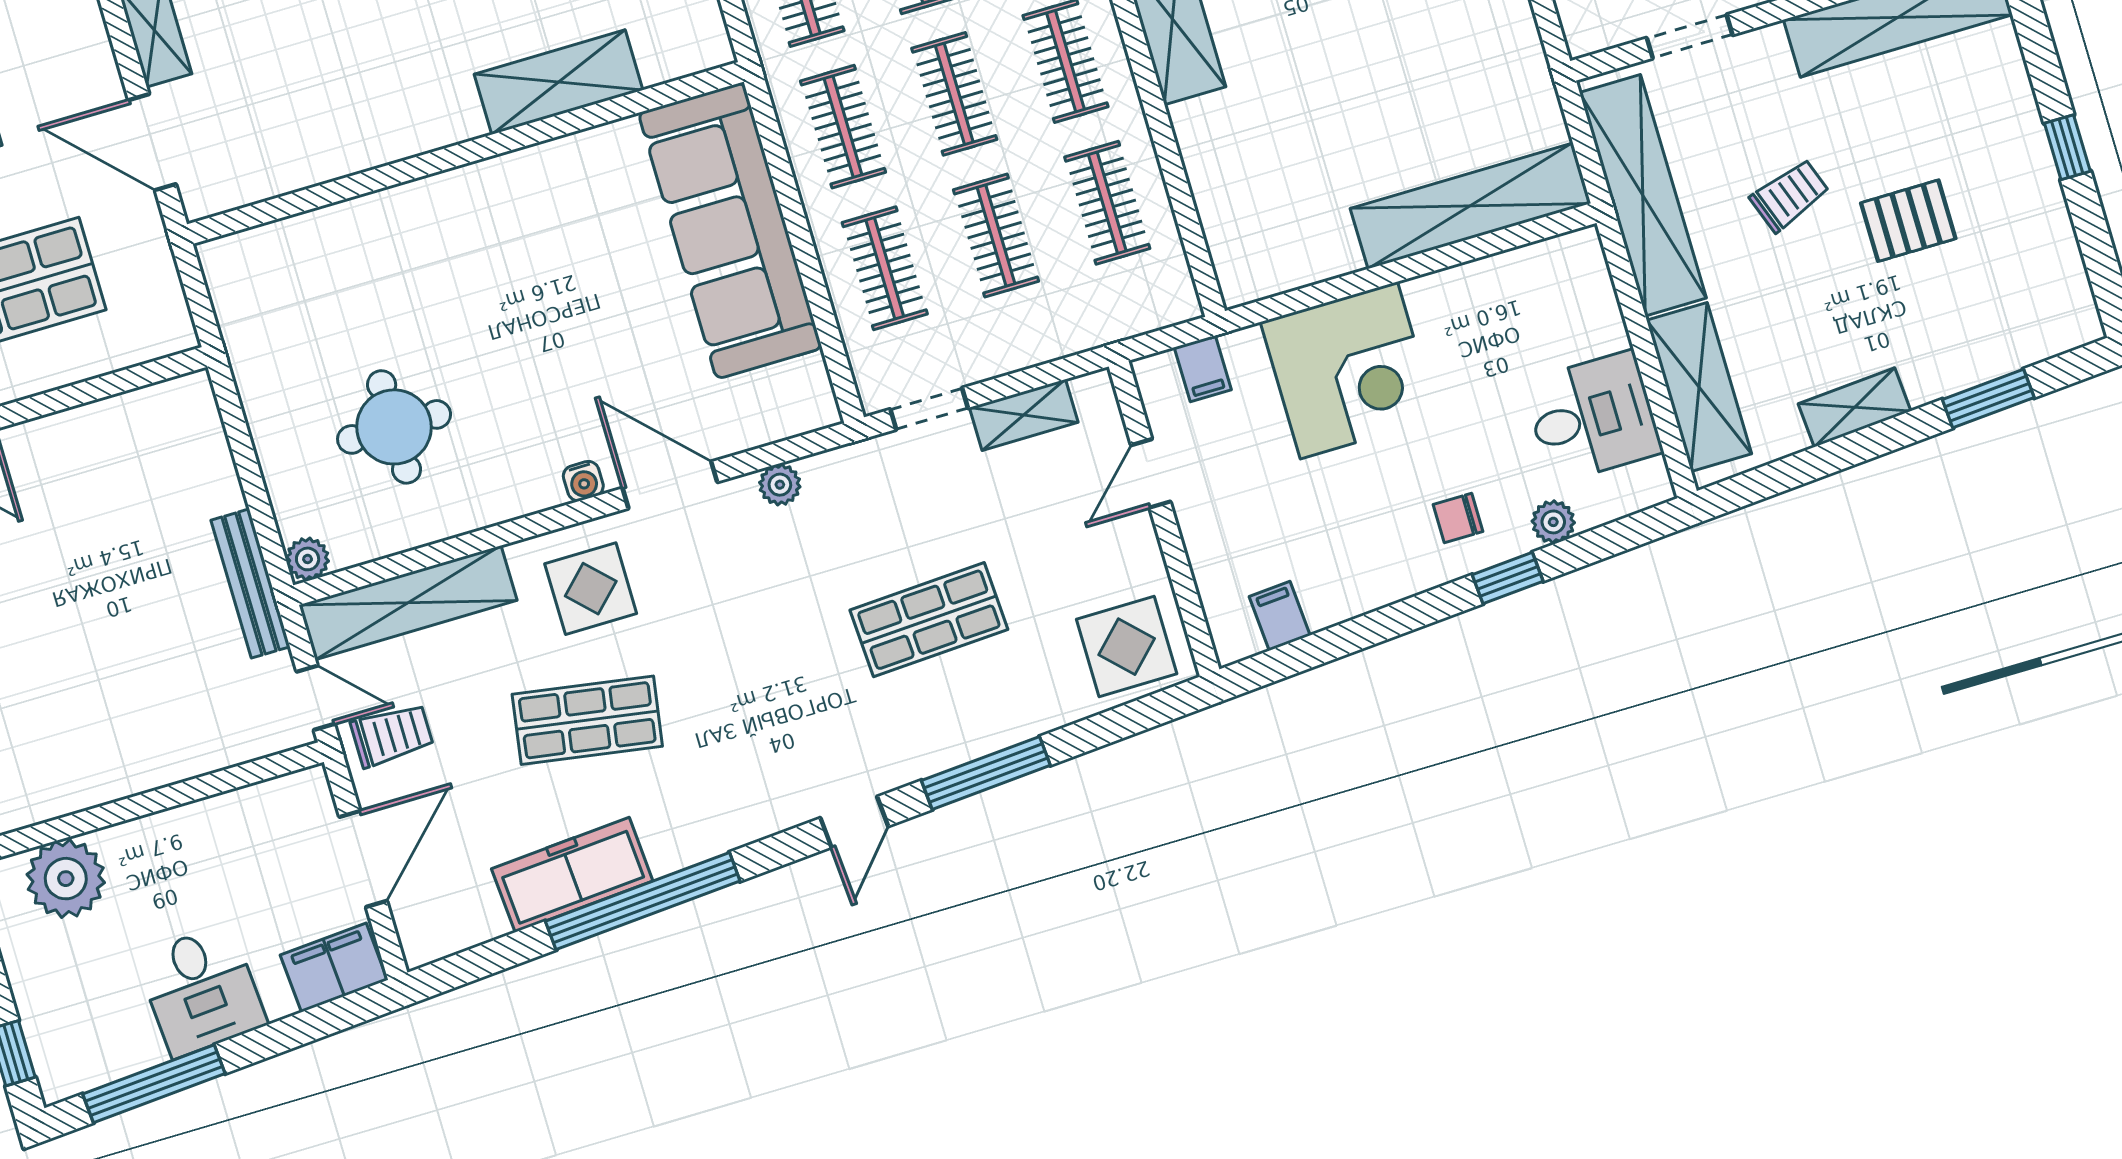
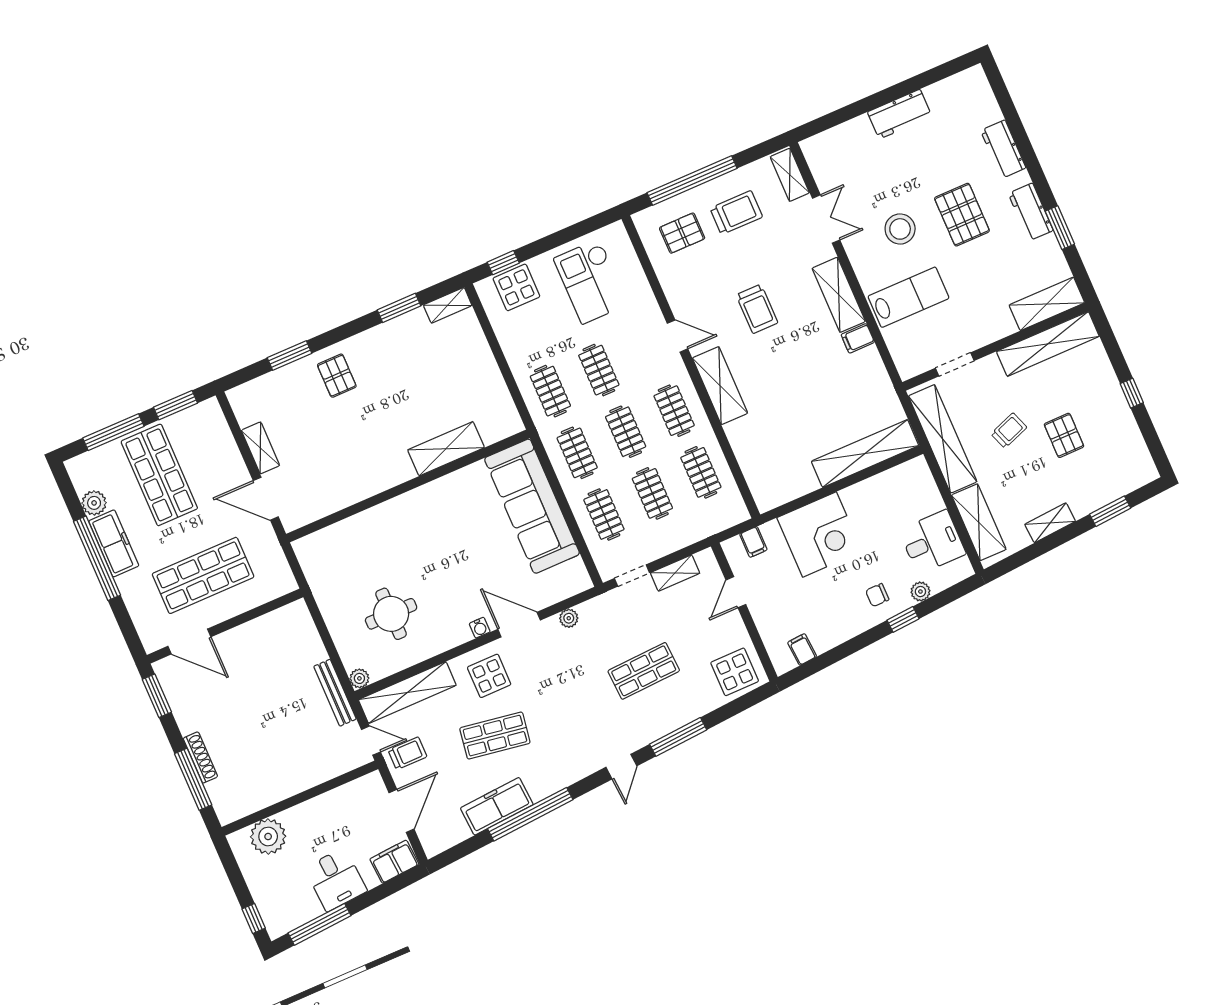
pallet: (1908, 221) -> (1064, 435), turned 90

